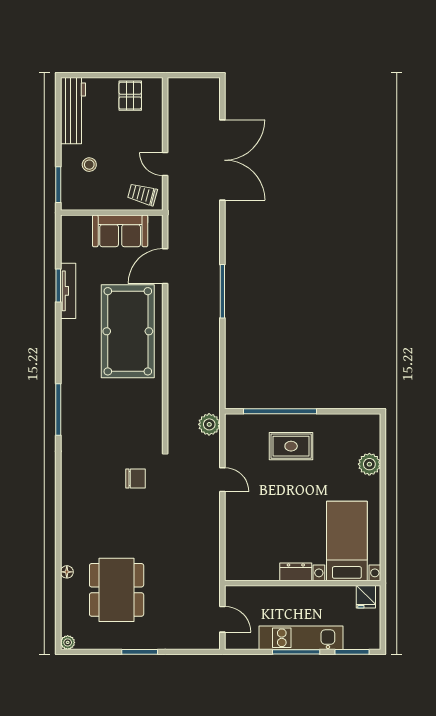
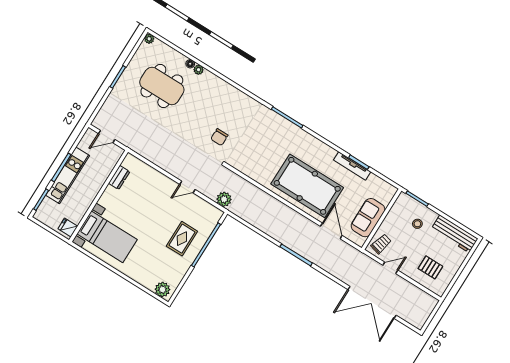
pallet: (130, 96) -> (430, 267), moved
plant: (369, 464) -> (162, 289), moved
plant: (68, 557) -> (199, 70), added
dresser: (296, 572) -> (119, 177), moved

